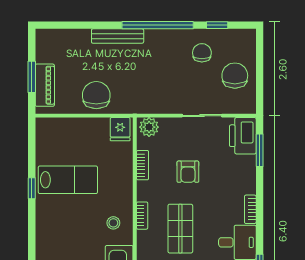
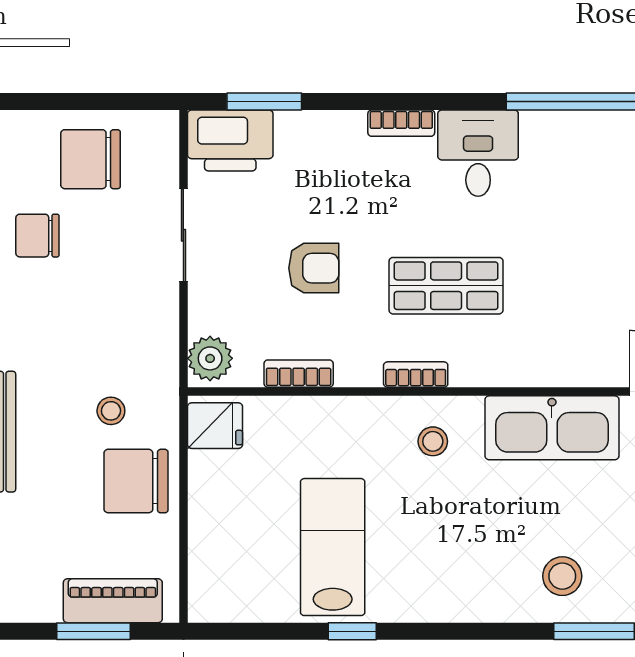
stool: (126, 84) -> (111, 411), added

